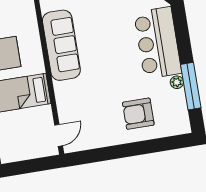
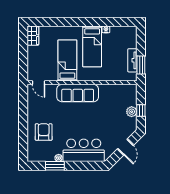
sofa: (61, 45) -> (78, 93), moved
window: (191, 86) -> (55, 166), width x0.69

